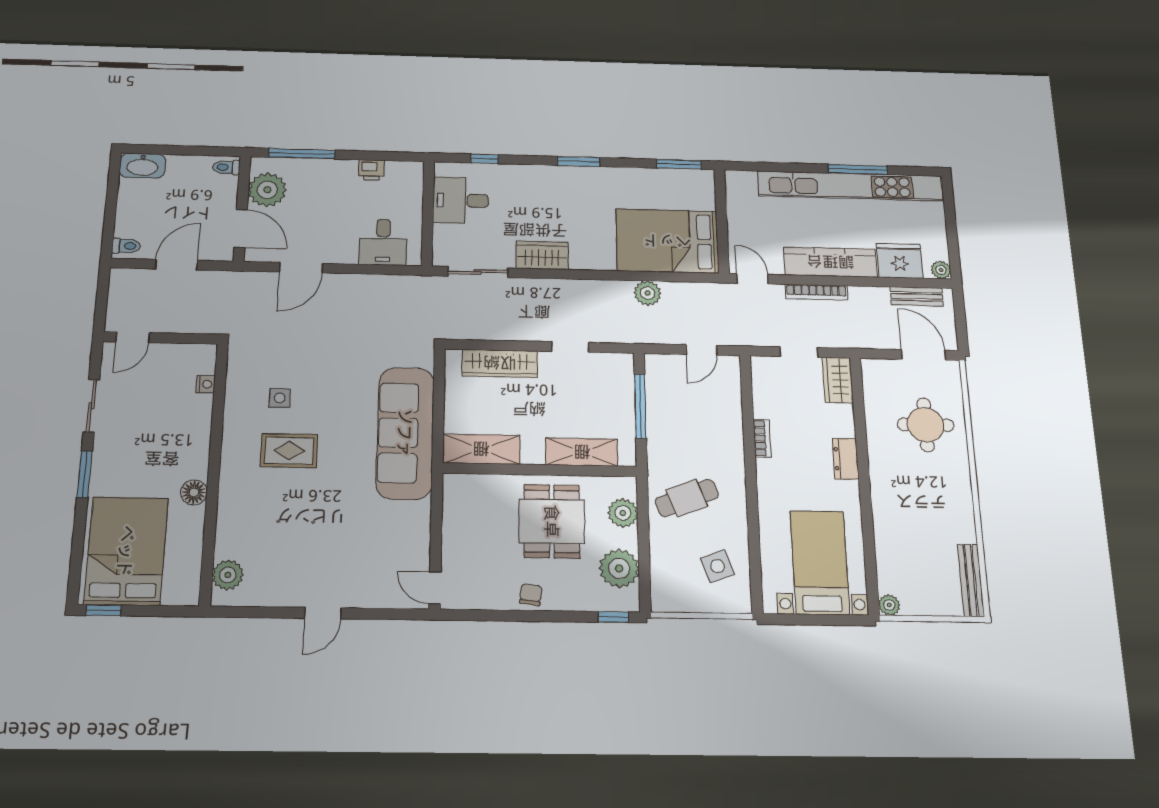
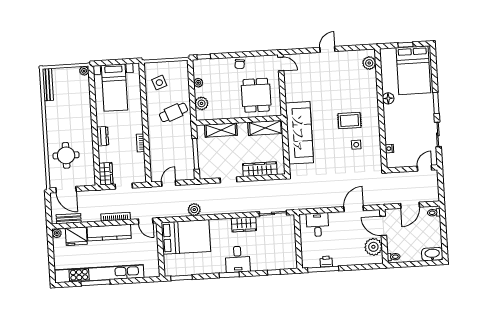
window: (302, 154) -> (323, 269), moved
desk: (461, 200) -> (238, 259), moved, turned 90
dining table: (552, 521) -> (256, 95), moved
plant: (619, 568) -> (198, 83), width x0.53, depth x0.53
window: (104, 610) -> (405, 45), moved

